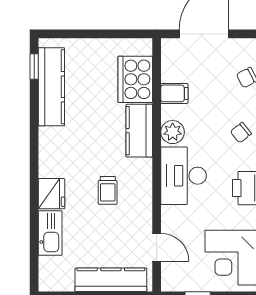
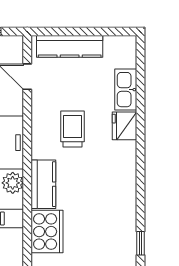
kitchen counter: (51, 87) -> (125, 225), removed
trolley: (108, 190) -> (73, 129), width x1.36, depth x1.39

